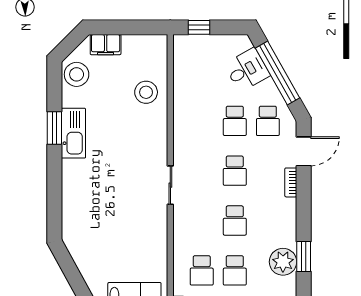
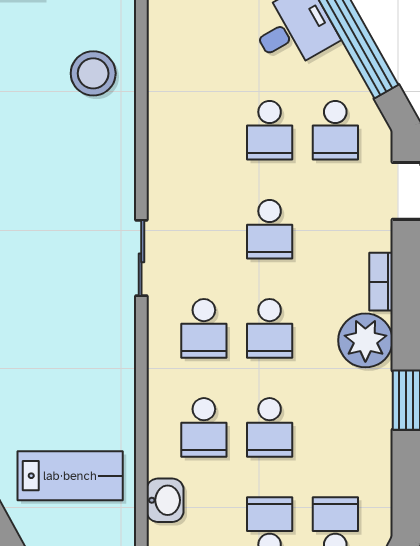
bookcase: (291, 182) -> (381, 282), moved
school desk: (202, 220) -> (204, 328), added
plant: (283, 262) -> (365, 340), moved

